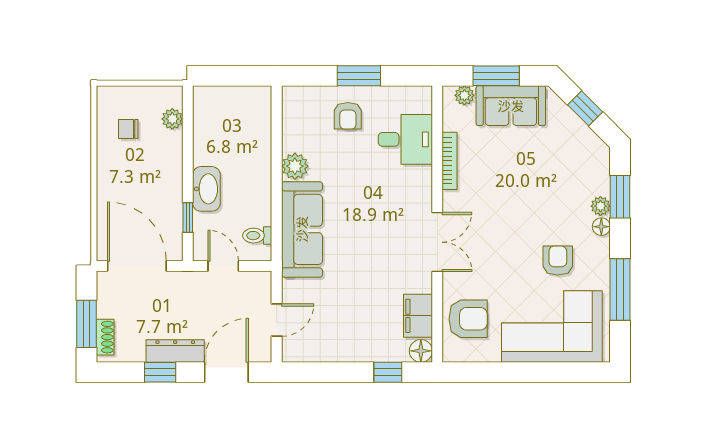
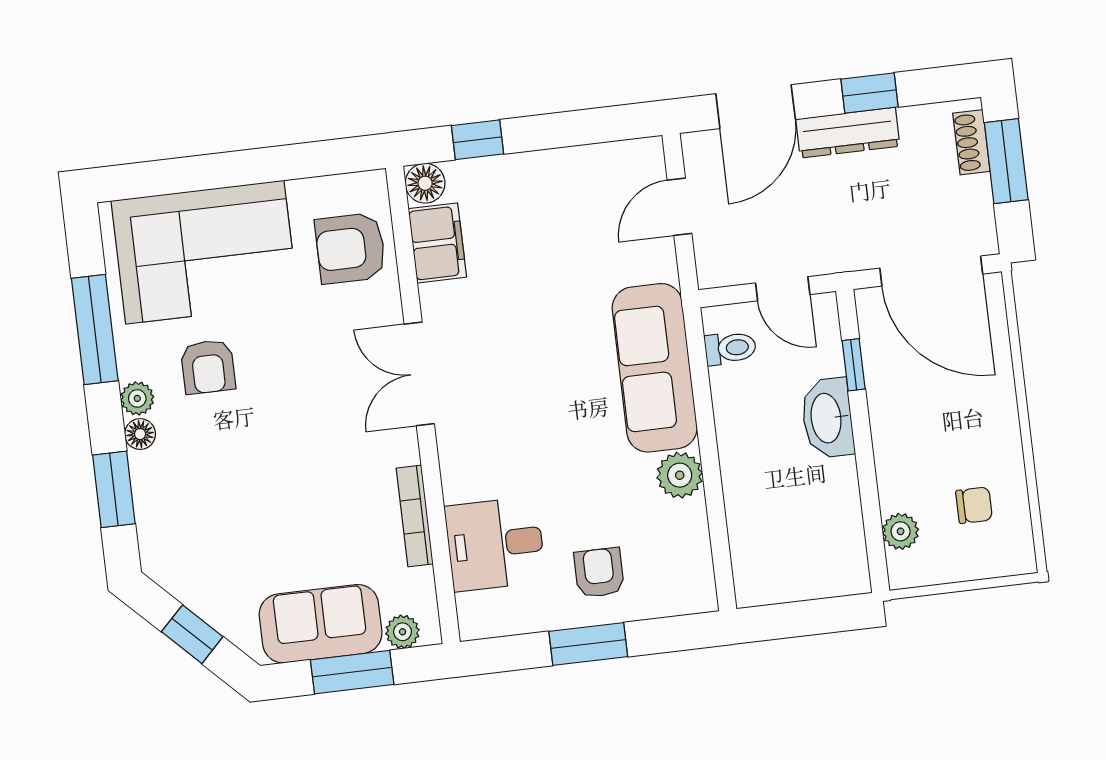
plant: (600, 206) -> (137, 398), moved

